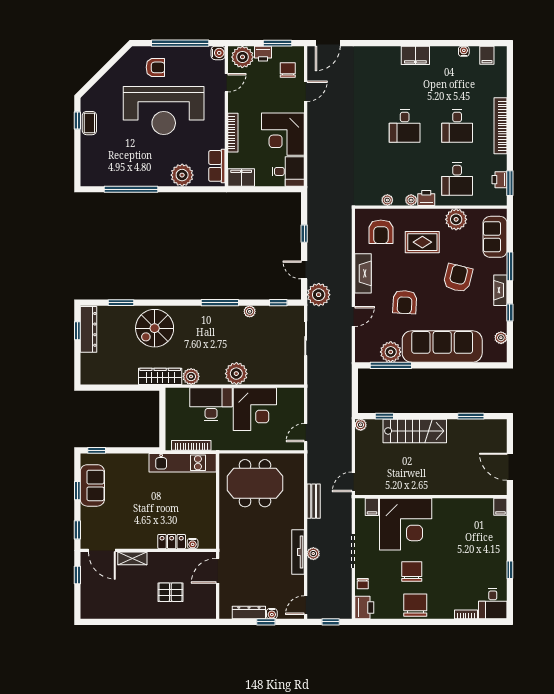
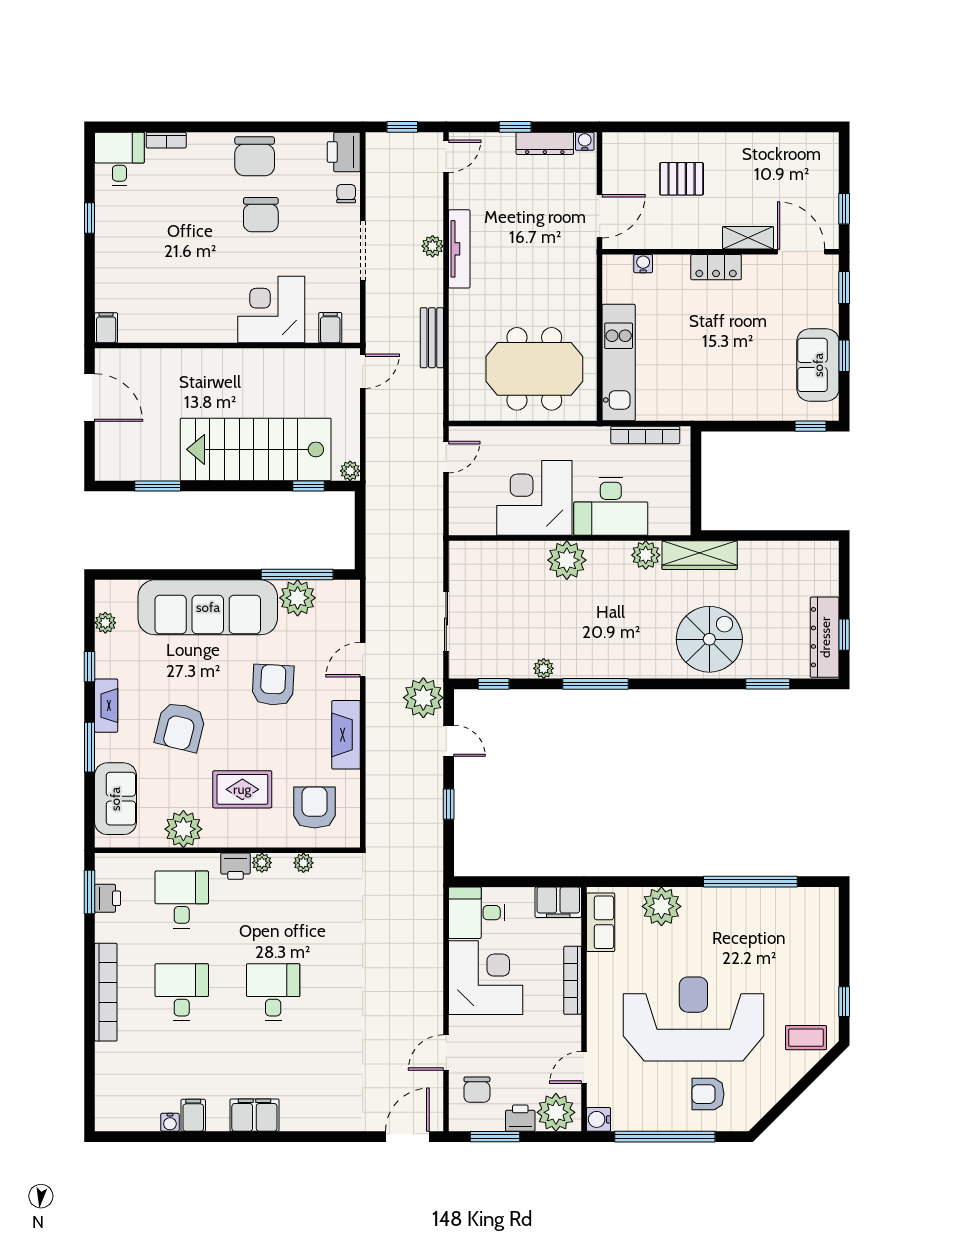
filing cabinet: (487, 55) -> (193, 1115), moved
coffee table: (89, 123) -> (806, 1038), moved, turned 90
stairs: (415, 431) -> (256, 449), width x1.36, depth x1.51
kitchen unit: (183, 463) -> (619, 363), moved, turned 90
corner desk: (406, 524) -> (271, 310), width x0.74, depth x0.74
locker: (172, 542) -> (716, 267), moved
water cooler: (272, 614) -> (585, 141), moved

